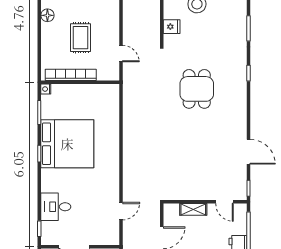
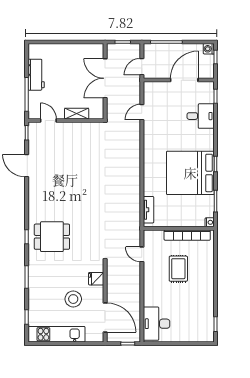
floor lamp: (47, 15) -> (208, 289), removed
dining table: (197, 89) -> (52, 237), moved, turned 90
tv unit: (114, 103) -> (148, 210), added

